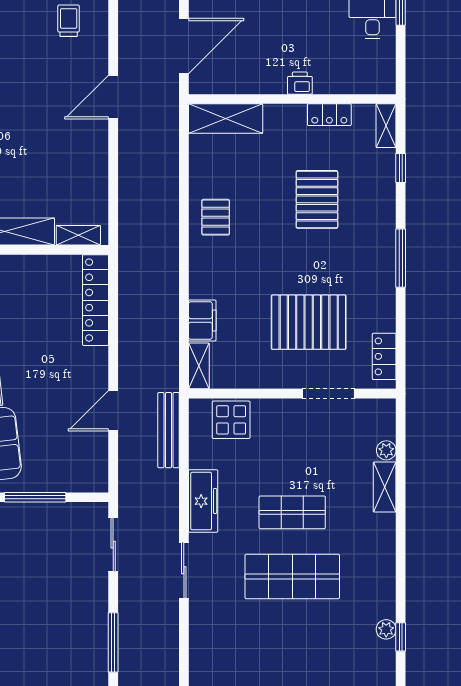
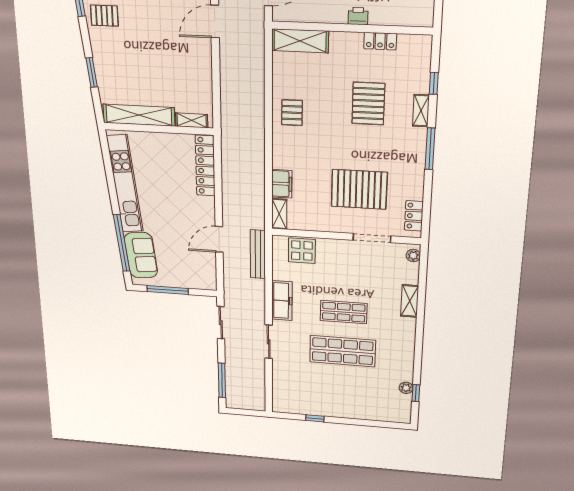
shelving: (386, 126) -> (421, 111), moved
plant: (386, 450) -> (413, 256), moved

